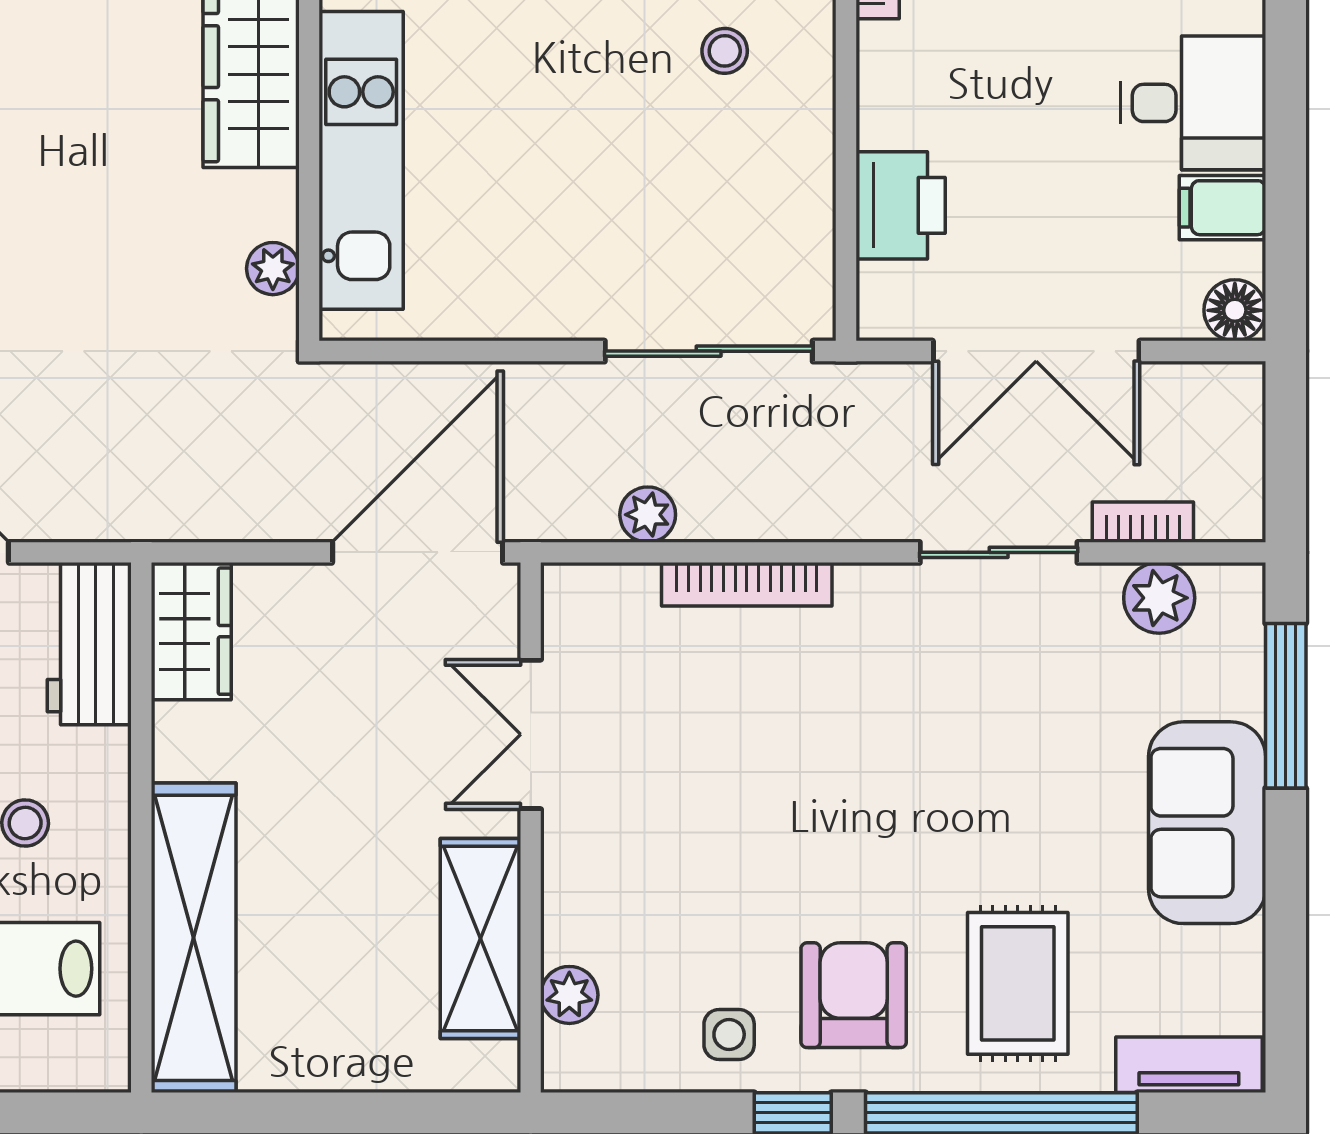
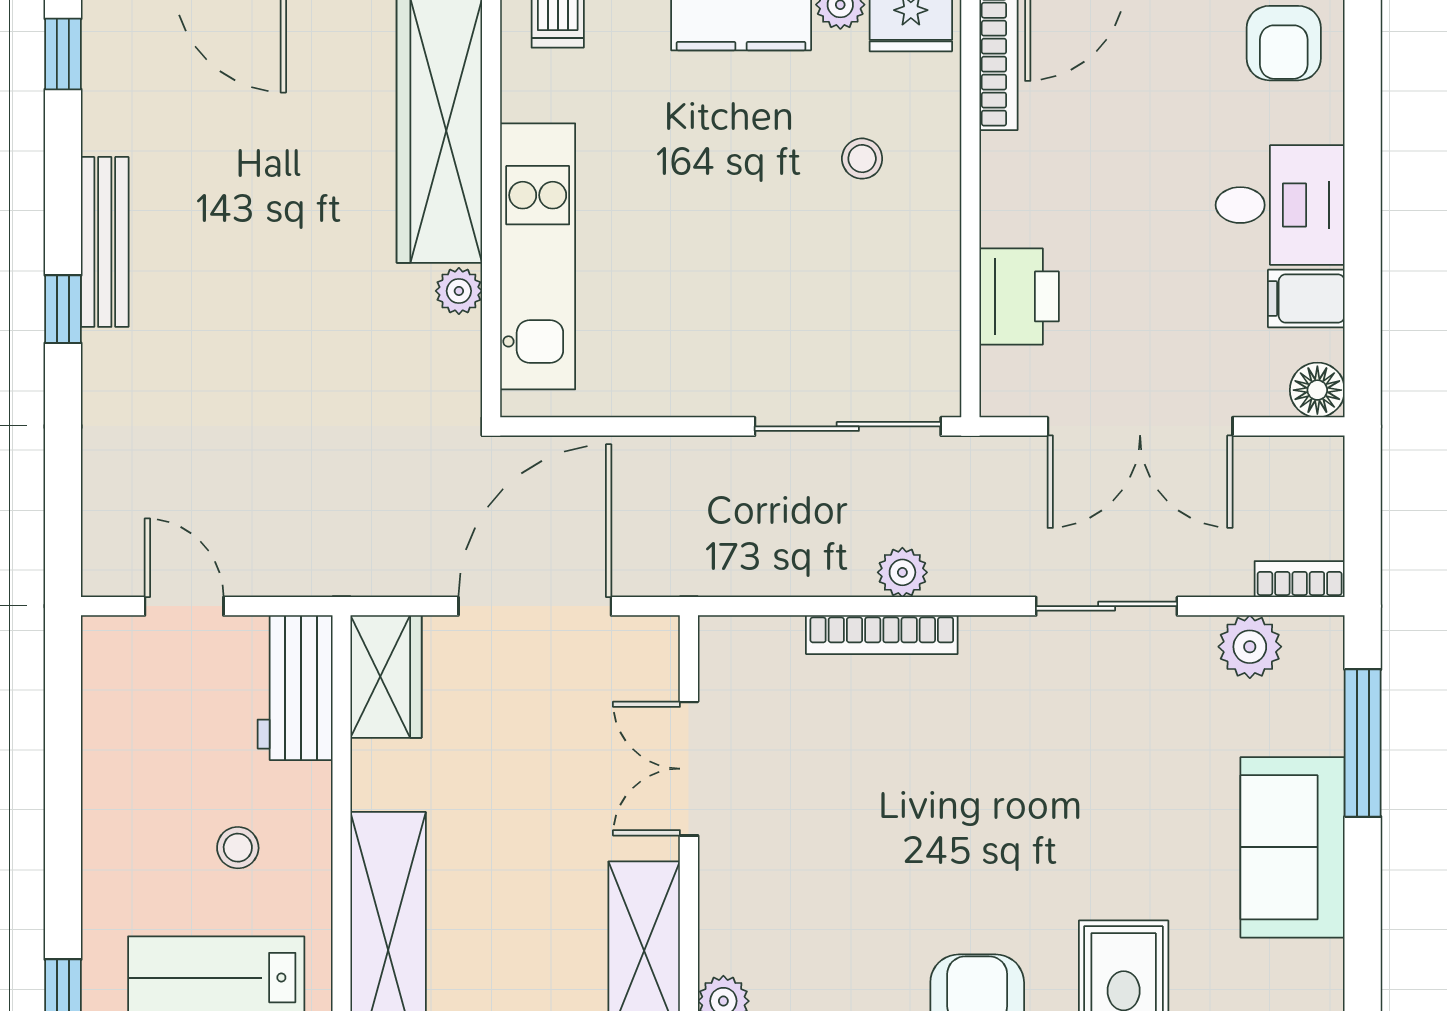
plant: (273, 269) -> (459, 291), moved
plant: (648, 515) -> (902, 572), moved
bookcase: (1143, 522) -> (1300, 579), moved
door: (418, 552) -> (535, 606), moved

